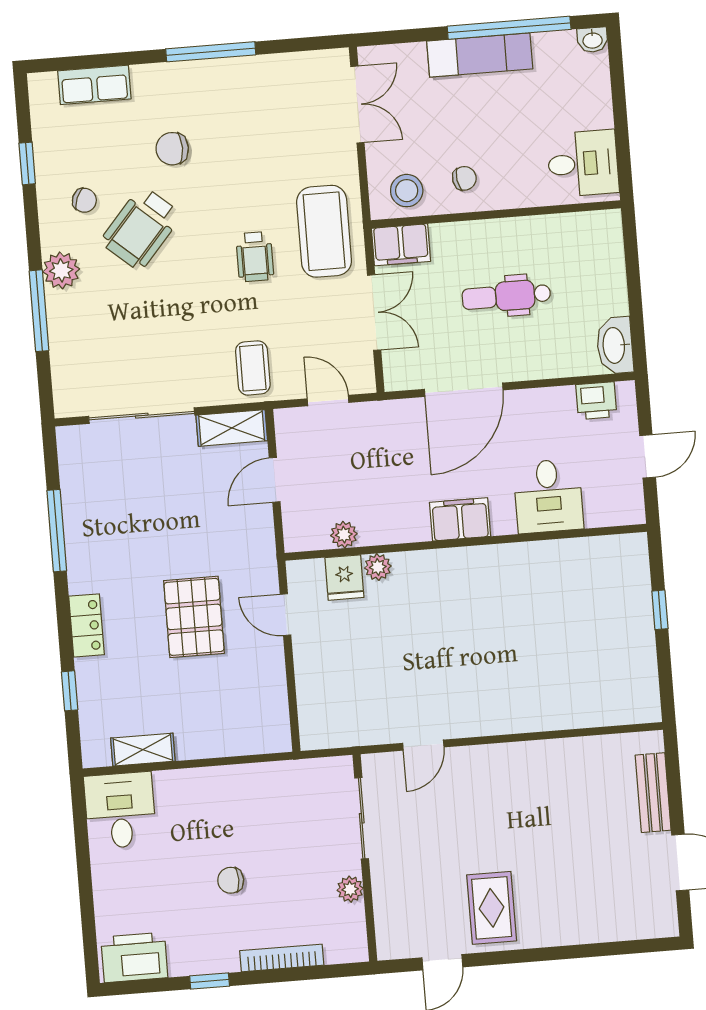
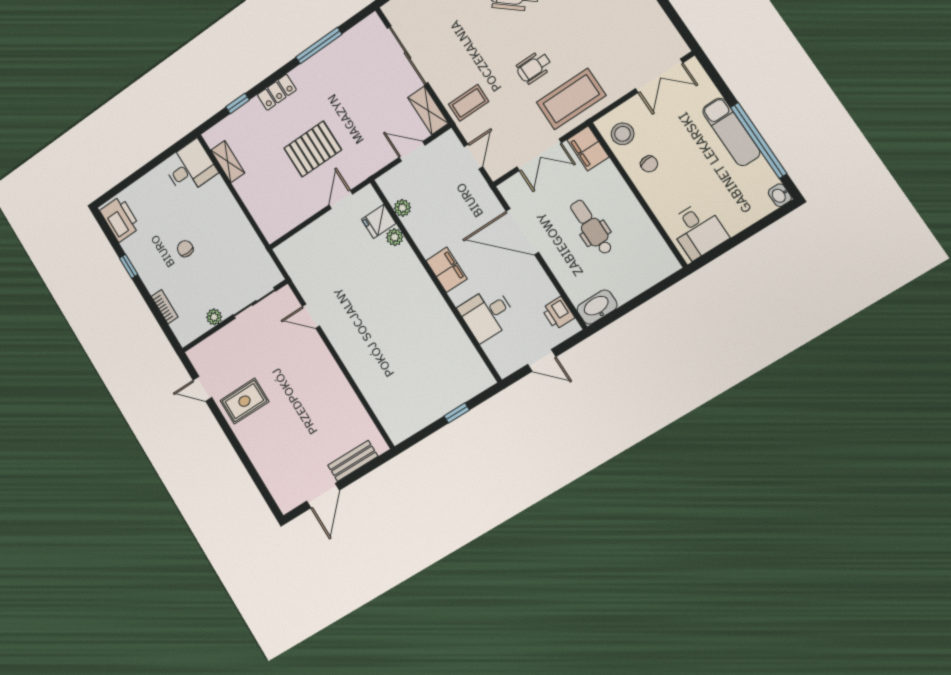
bookcase: (282, 958) -> (165, 307), width x0.64

